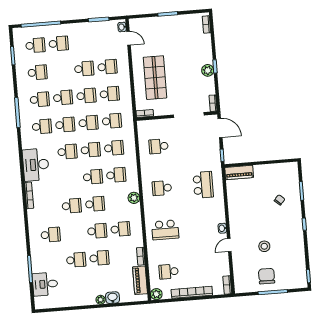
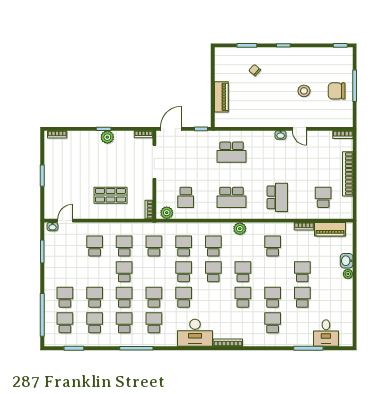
school desk: (84, 69) -> (95, 297), moved
shop shelf: (155, 78) -> (110, 195), width x0.70, depth x0.74
school desk: (88, 123) -> (154, 272), removed
piano: (239, 172) -> (221, 97), moved
school desk: (203, 185) -> (232, 152), turned 180
school desk: (162, 188) -> (232, 197), width x1.85
school desk: (97, 231) -> (273, 297), moved
school desk: (169, 272) -> (323, 197), turned 180
plant: (156, 294) -> (167, 213), moved

